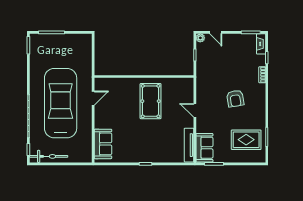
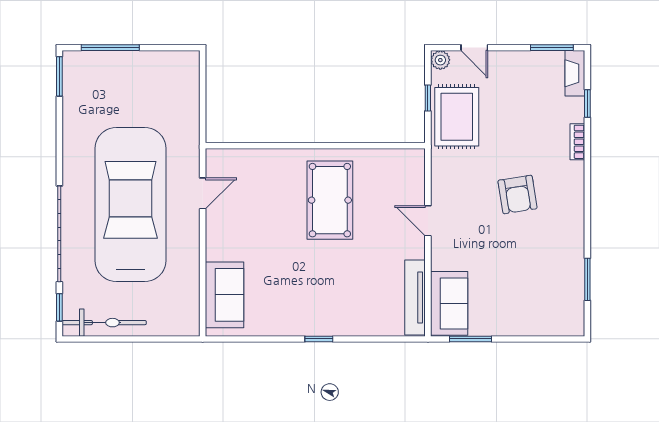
rug: (246, 140) -> (457, 117), moved, turned 90

